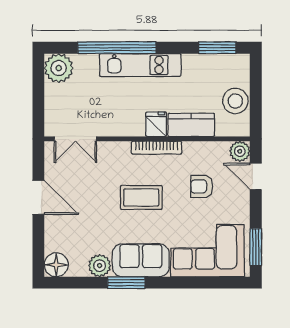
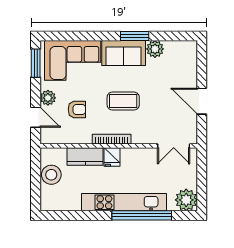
window: (217, 48) -> (65, 215), removed
kitchen unit: (140, 65) -> (124, 202), width x1.36
double door: (75, 139) -> (174, 146), swing flipped
plant: (240, 151) -> (48, 98), moved
floor lamp: (56, 265) -> (188, 50), removed

